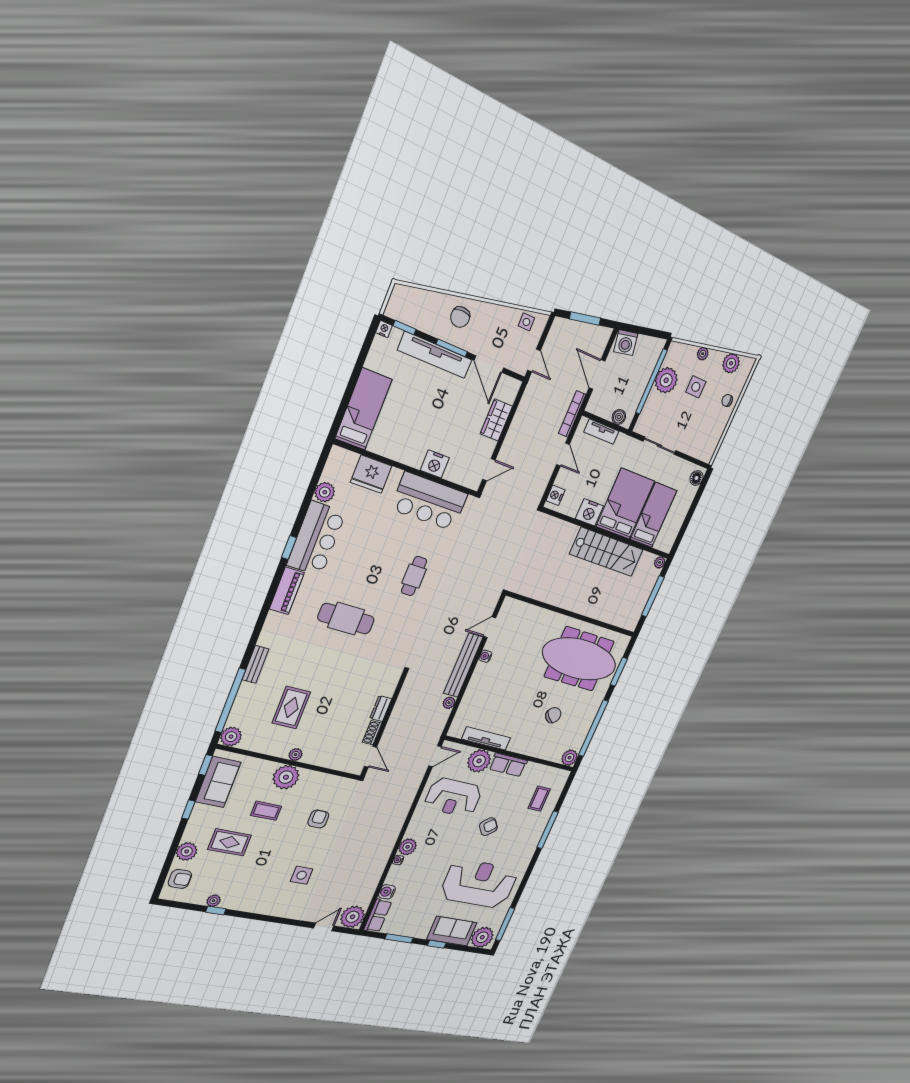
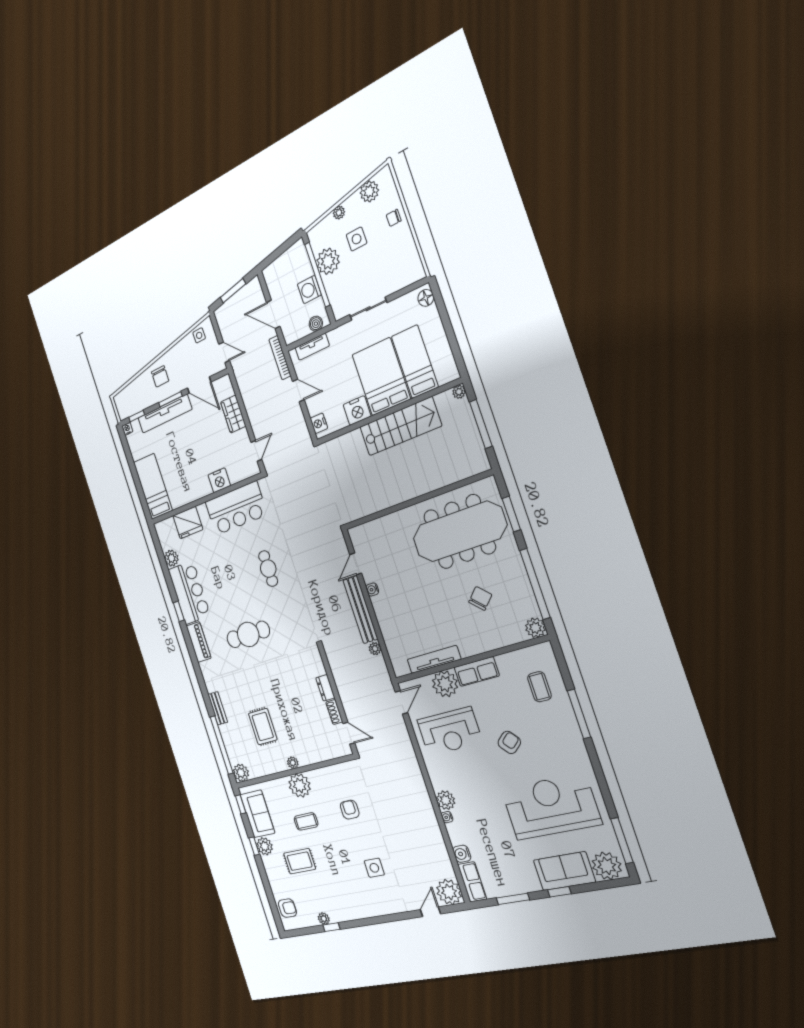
washing machine: (626, 343) -> (309, 290), moved, turned 102
plant: (187, 851) -> (265, 846), moved

